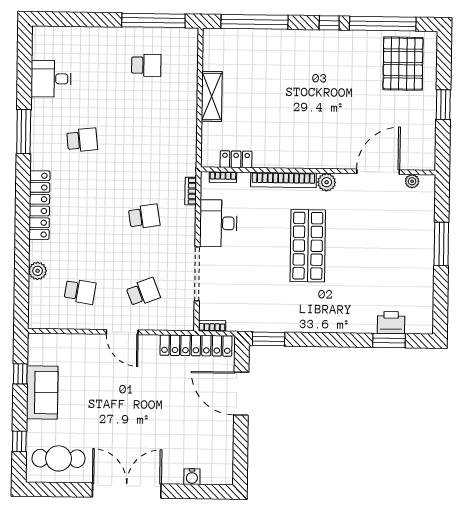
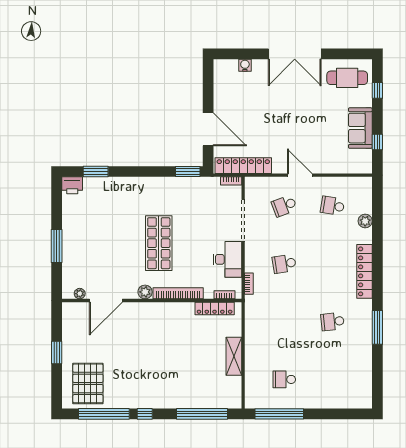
desk: (51, 79) -> (357, 368), removed
locker: (236, 159) -> (215, 309), width x1.53
printer: (391, 323) -> (72, 185), moved

